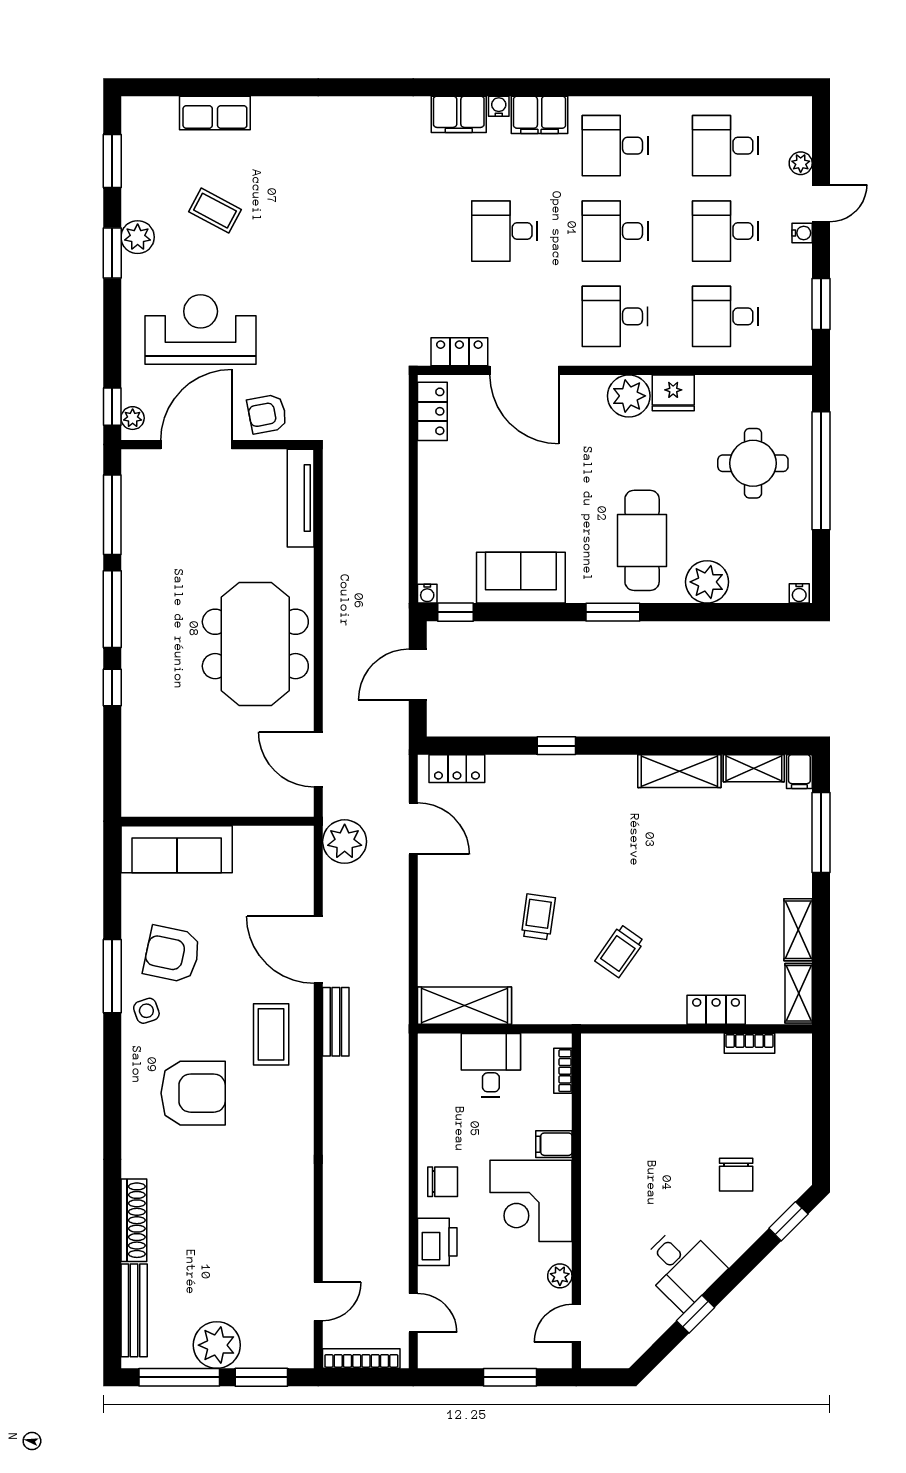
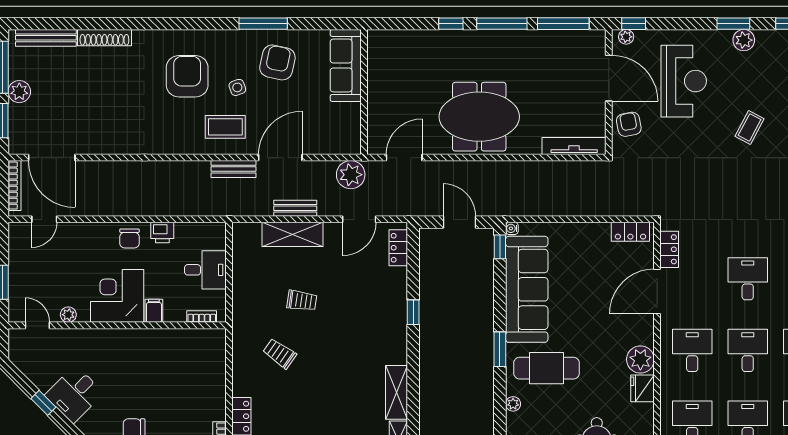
coffee table: (215, 211) -> (750, 127), moved
sofa: (521, 578) -> (527, 289), width x1.85, depth x1.27
plant: (707, 582) -> (513, 404), width x0.53, depth x0.53
bench: (396, 927) -> (295, 208), added
shelving: (464, 1006) -> (292, 234), moved, turned 90
side table: (146, 1011) -> (237, 87), moved
armchair: (193, 1093) -> (187, 76), turned 180
printer: (437, 1242) -> (162, 233), moved, width x0.73, depth x0.81
door: (318, 1301) -> (52, 158), width x1.87
plant: (217, 1345) -> (19, 92), width x0.73, depth x0.73

